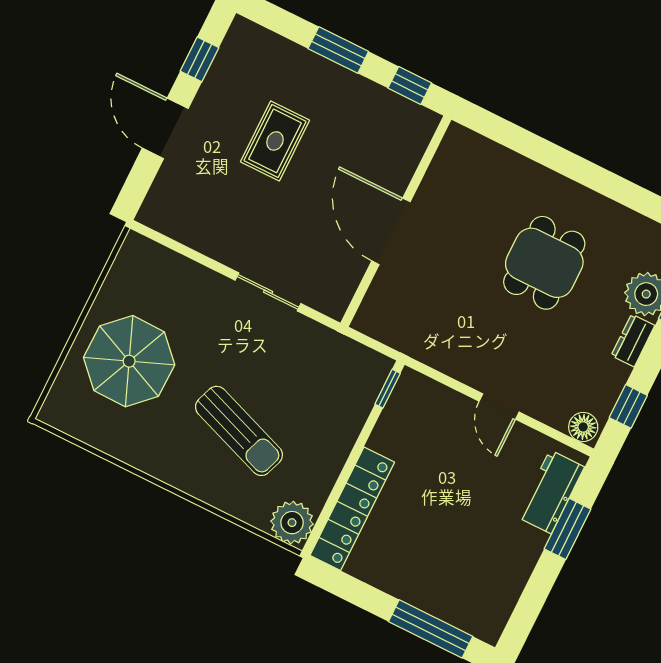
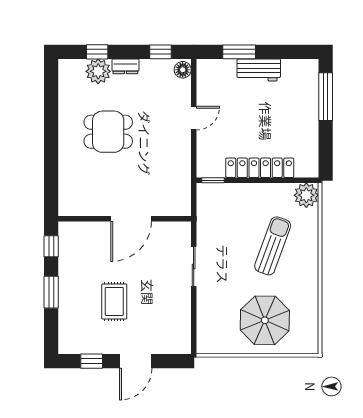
rug: (275, 141) -> (114, 301), turned 90
workbench: (551, 492) -> (259, 70), moved
locker: (352, 509) -> (260, 168), moved

